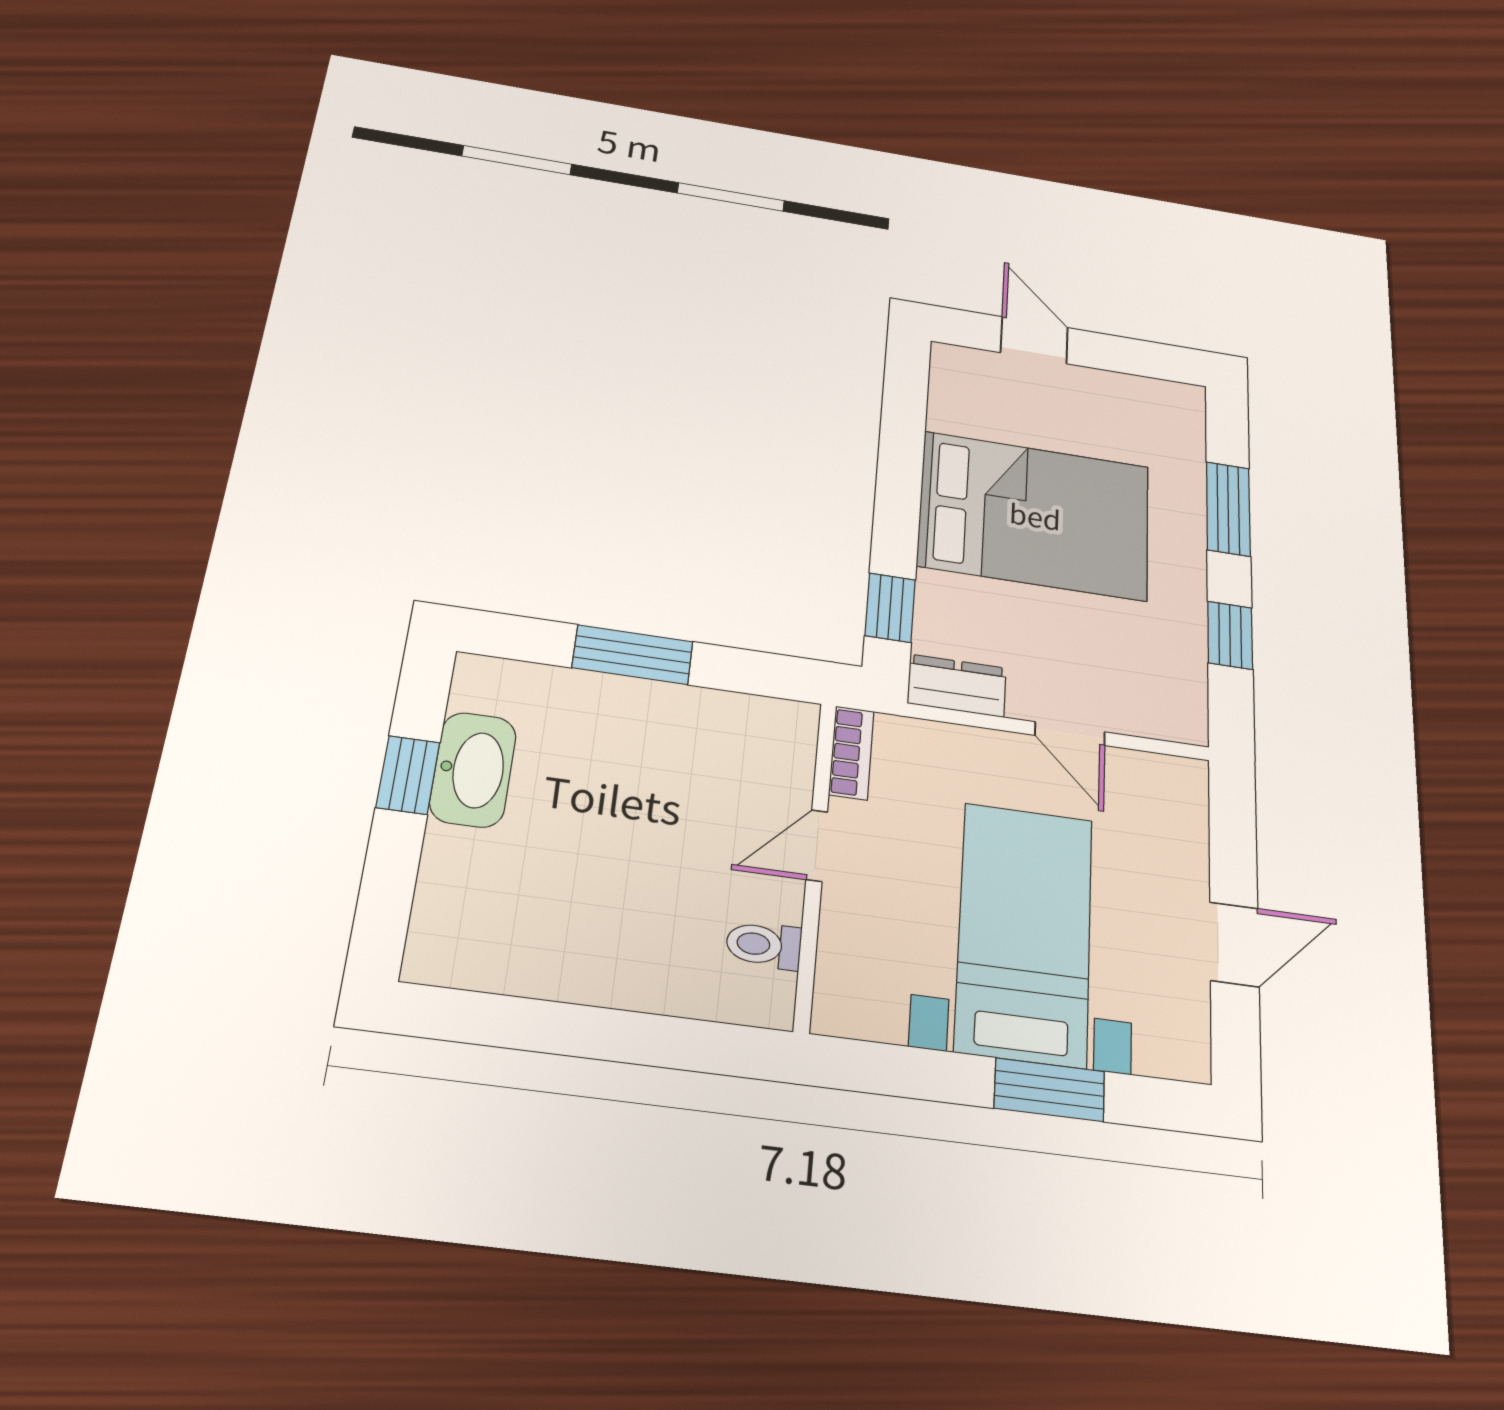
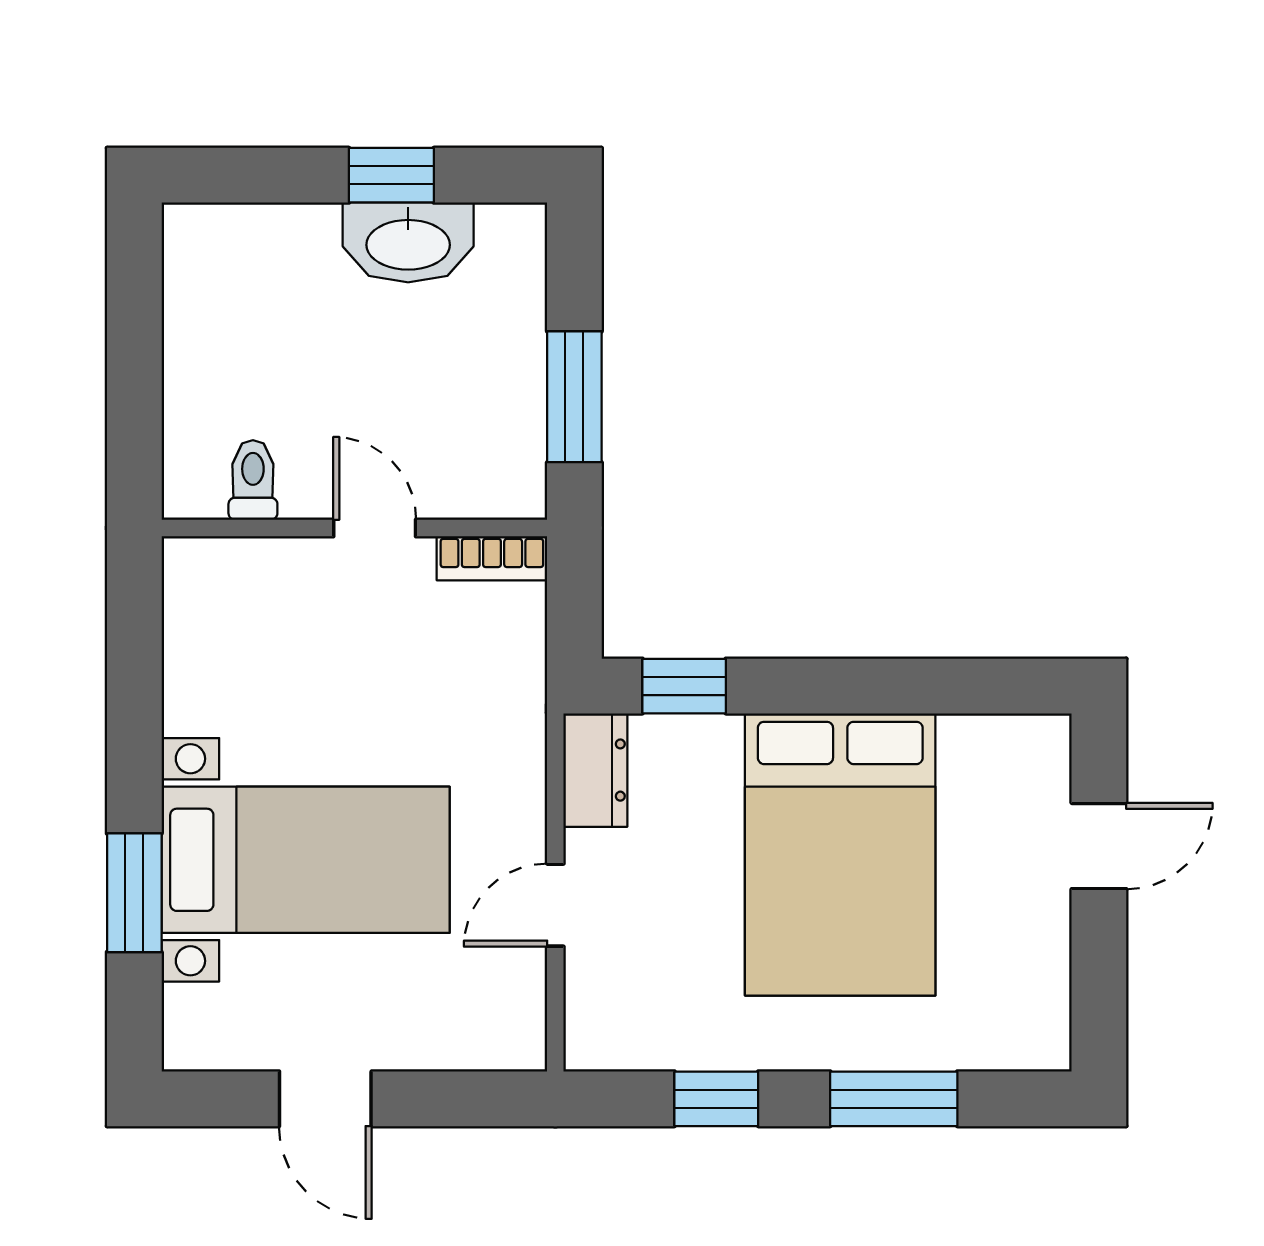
bookcase: (851, 753) -> (492, 558), moved
door: (817, 846) -> (375, 528), moved
wall: (815, 863) -> (354, 528), moved
toilet: (764, 945) -> (253, 480), moved

